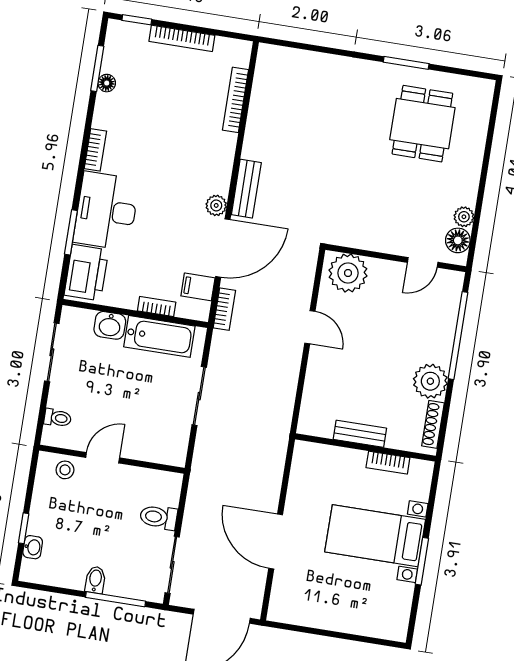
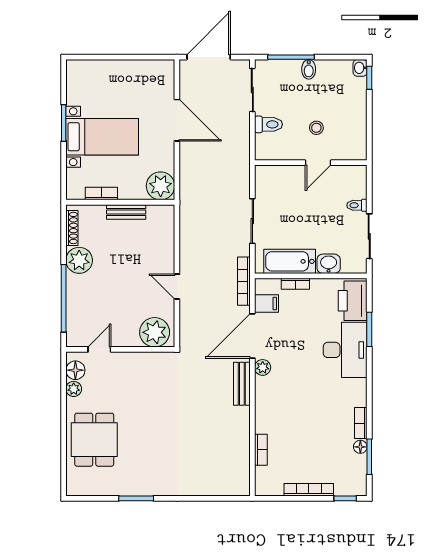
bookcase: (235, 100) -> (261, 450), width x0.64
dining table: (422, 124) -> (94, 440), moved
bookcase: (95, 150) -> (361, 423), moved
bookcase: (224, 309) -> (244, 281), width x1.56
toilet: (58, 418) -> (357, 205), moved
plant: (310, 460) -> (161, 186), added
stool: (65, 470) -> (316, 128), moved
window: (24, 528) -> (369, 78), moved
washbasin: (33, 547) -> (360, 68), moved

